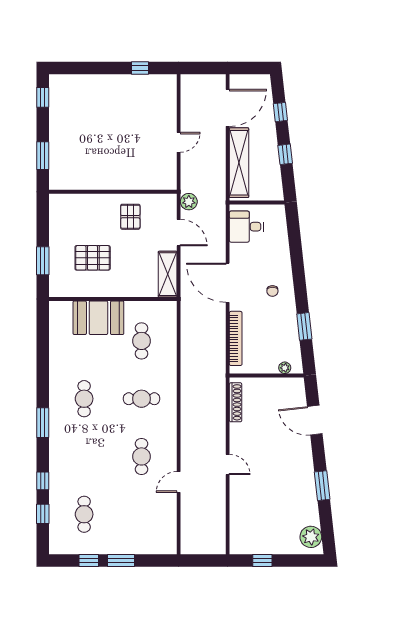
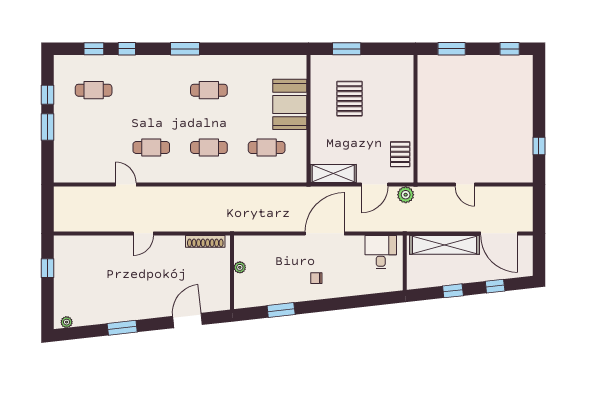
pallet: (130, 217) -> (400, 154), moved, turned 90
bookcase: (236, 338) -> (269, 241), removed
plant: (285, 368) -> (240, 267), moved
cafe table: (142, 399) -> (209, 148), turned 90
plant: (311, 537) -> (67, 322), width x0.53, depth x0.53

